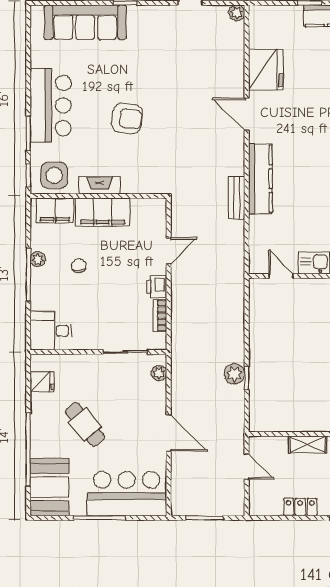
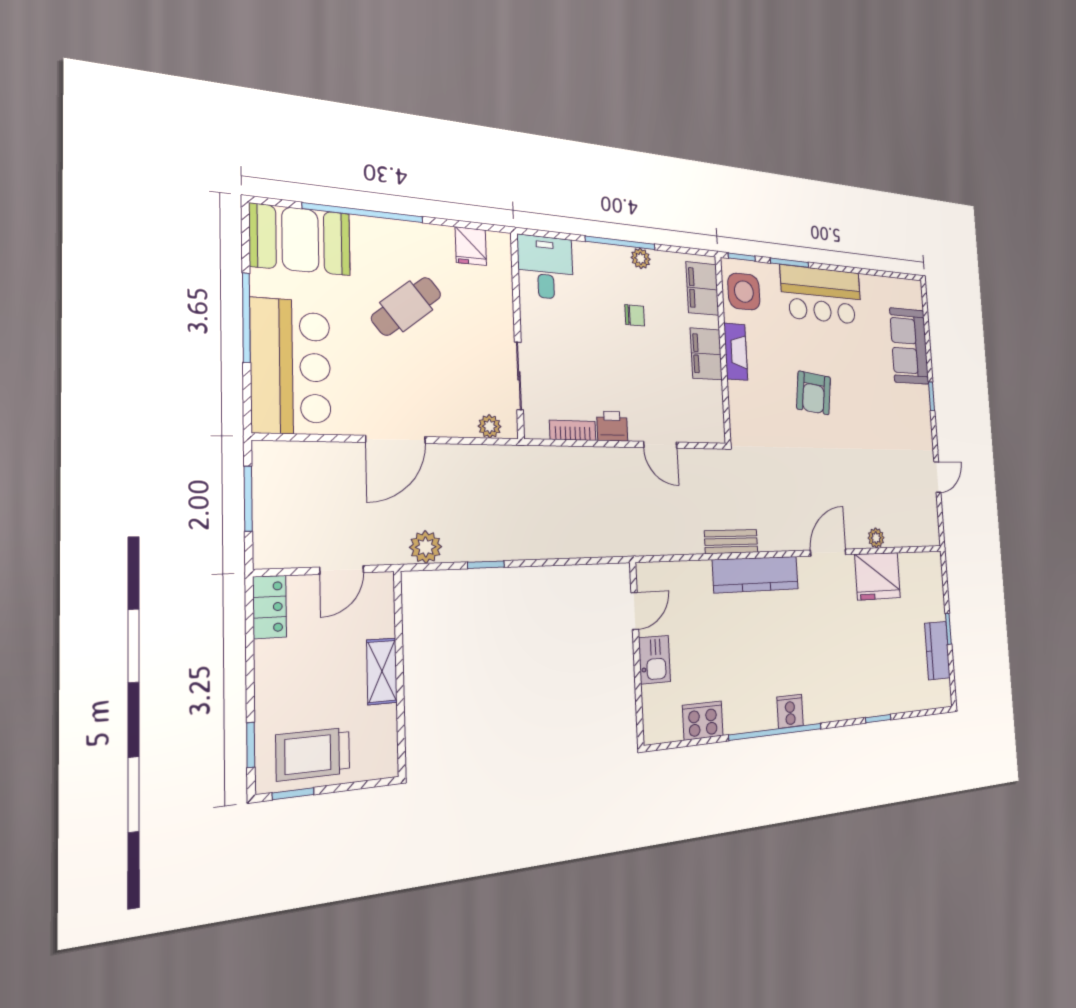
plant: (237, 13) -> (876, 538), moved
sofa: (85, 22) -> (909, 346), width x0.73
filing cabinet: (103, 212) -> (706, 354), width x0.67, depth x0.86
plant: (235, 374) -> (426, 547), moved
locker: (300, 507) -> (270, 607), moved

